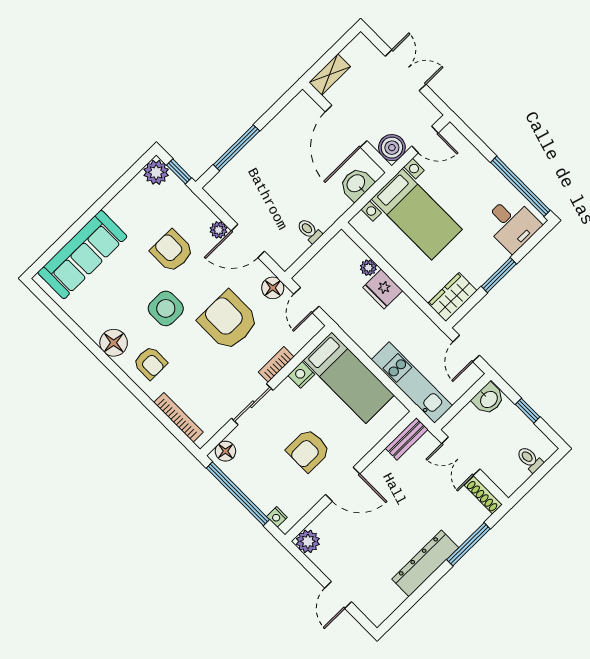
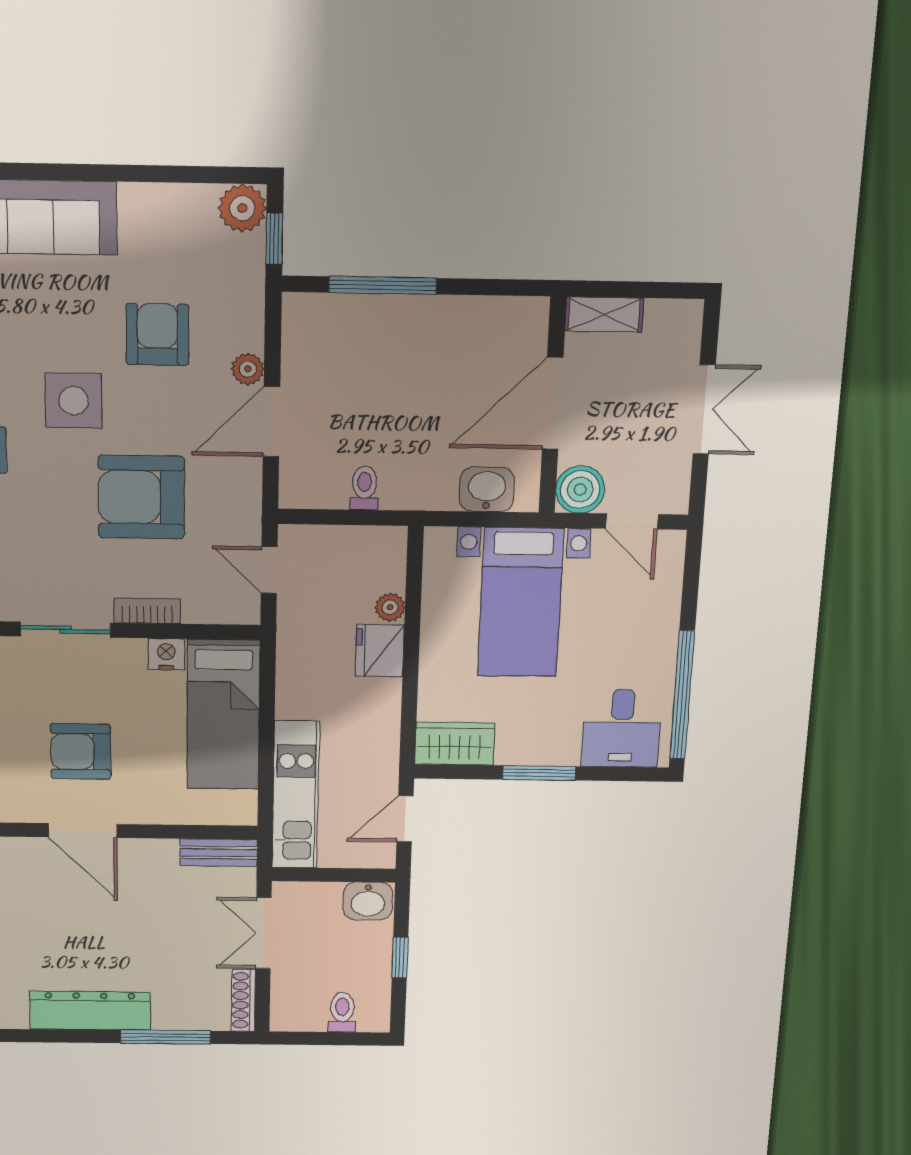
door: (248, 241) -> (271, 422), hinge flipped
floor lamp: (273, 288) -> (242, 513), removed
door: (306, 300) -> (269, 570), hinge flipped
armchair: (228, 321) -> (141, 497), turned -90

